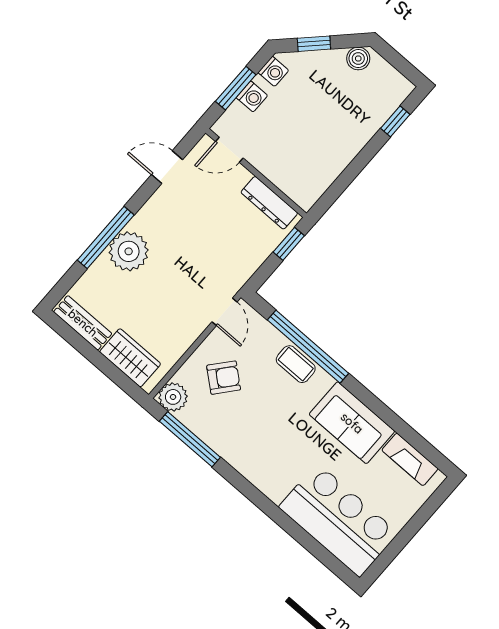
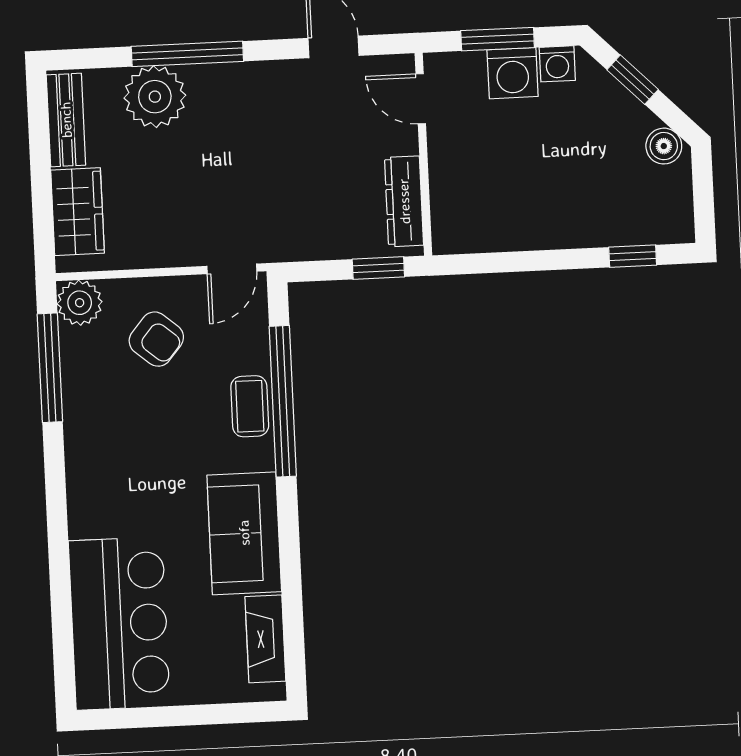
washing machine: (252, 97) -> (513, 73), width x1.38, depth x1.38
plant: (129, 251) -> (155, 97), moved

